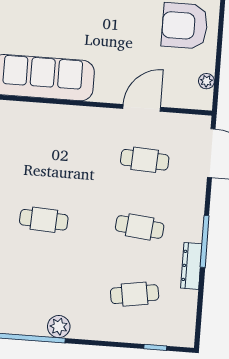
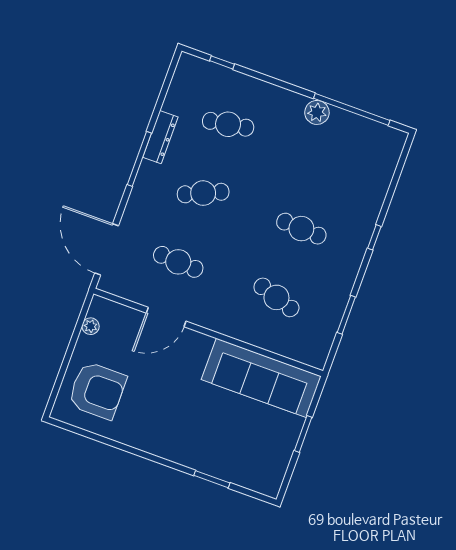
cafe table: (49, 153) -> (276, 297), added
cafe table: (140, 227) -> (203, 193), turned -30

